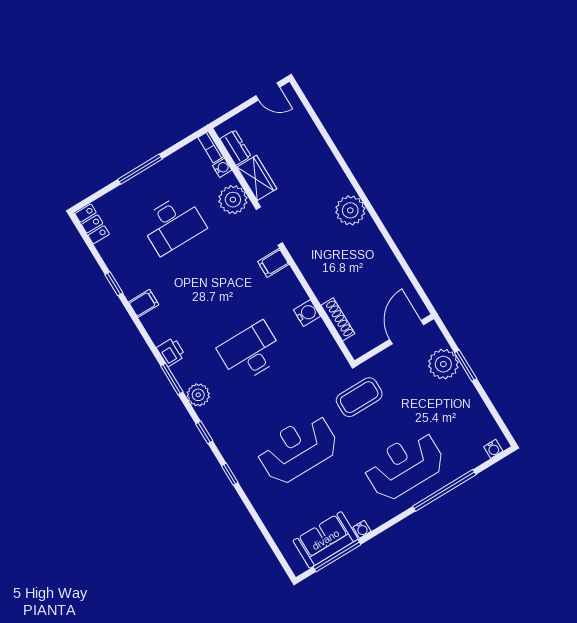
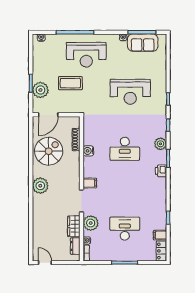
spiral stairs: (370, 274) -> (49, 151), added
filing cabinet: (144, 303) -> (160, 235), moved
coffee table: (359, 397) -> (70, 83), moved

